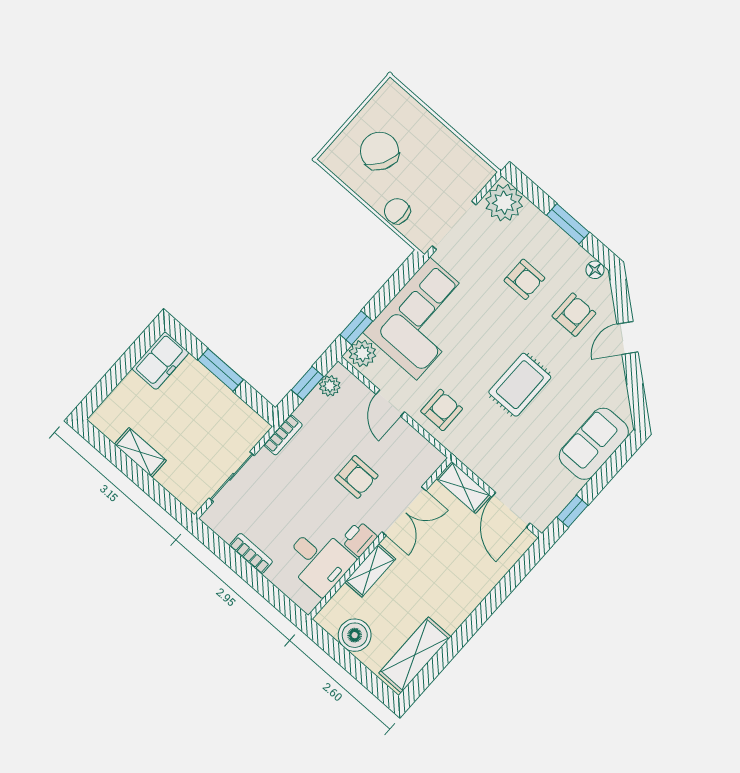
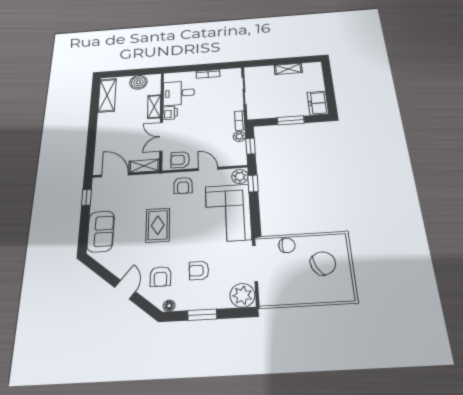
chair: (380, 151) -> (323, 263), turned -57
plant: (330, 386) -> (239, 136), moved
armchair: (356, 477) -> (180, 160), moved

